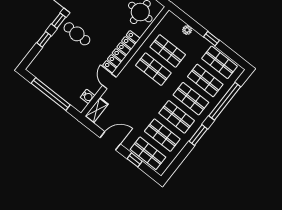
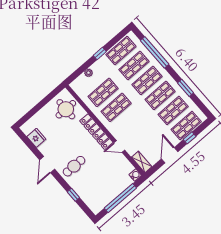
window: (59, 21) -> (60, 179), removed
water cooler: (88, 96) -> (135, 175), moved
window: (198, 135) -> (186, 88), moved

